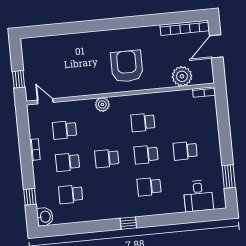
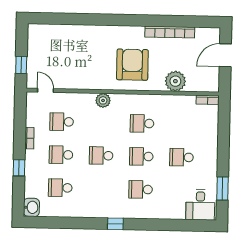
bookcase: (185, 28) -> (170, 32), moved
plant: (182, 76) -> (175, 81), moved
desk: (198, 196) -> (200, 205), moved
window: (30, 197) -> (19, 168), moved

